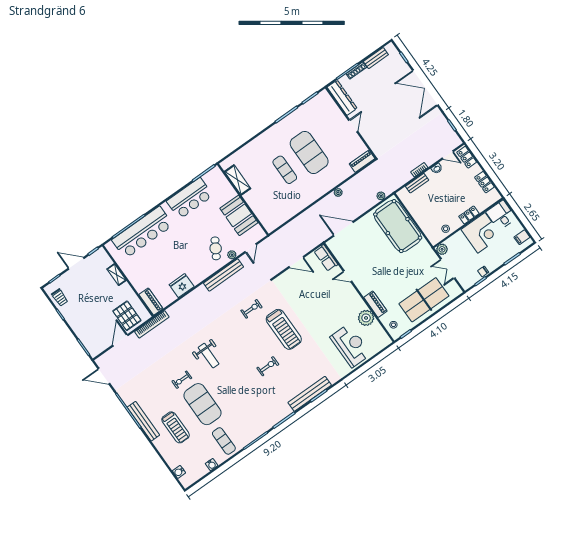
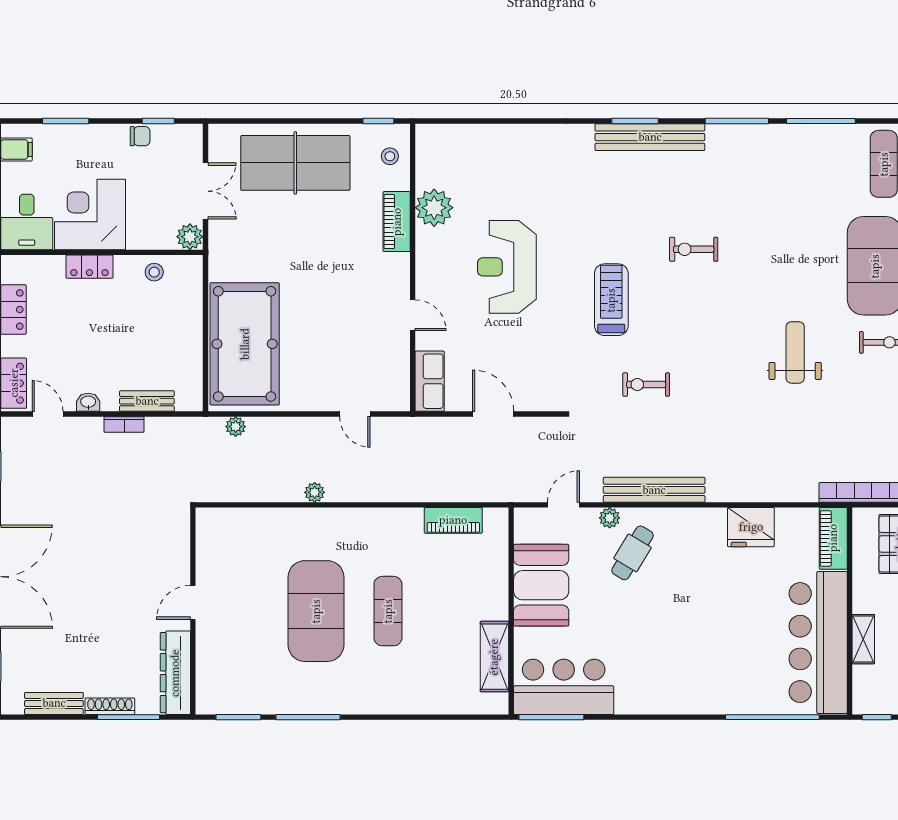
piano: (362, 161) -> (453, 520), moved
bar counter: (190, 198) -> (564, 687), moved
door: (343, 229) -> (355, 414), width x0.53
bar counter: (142, 232) -> (818, 643), moved, turned -90
treadmill: (284, 329) -> (611, 300), width x0.73, depth x0.73
reception desk: (351, 346) -> (507, 267), moved

